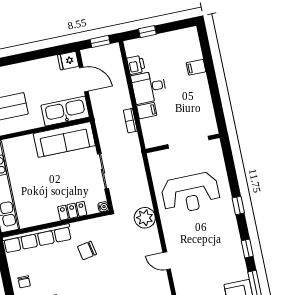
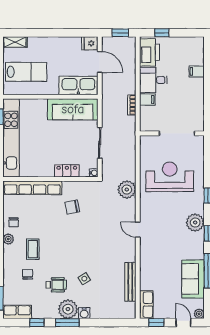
printer: (136, 65) -> (149, 52), width x1.87, depth x1.48
reception desk: (191, 193) -> (170, 177), turned 180
plant: (230, 239) -> (195, 222), added

